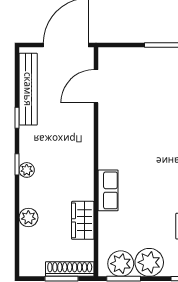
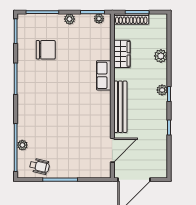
bench: (28, 89) -> (120, 107), moved
plant: (149, 262) -> (70, 19), width x0.53, depth x0.53
plant: (121, 264) -> (99, 19), width x0.53, depth x0.53

